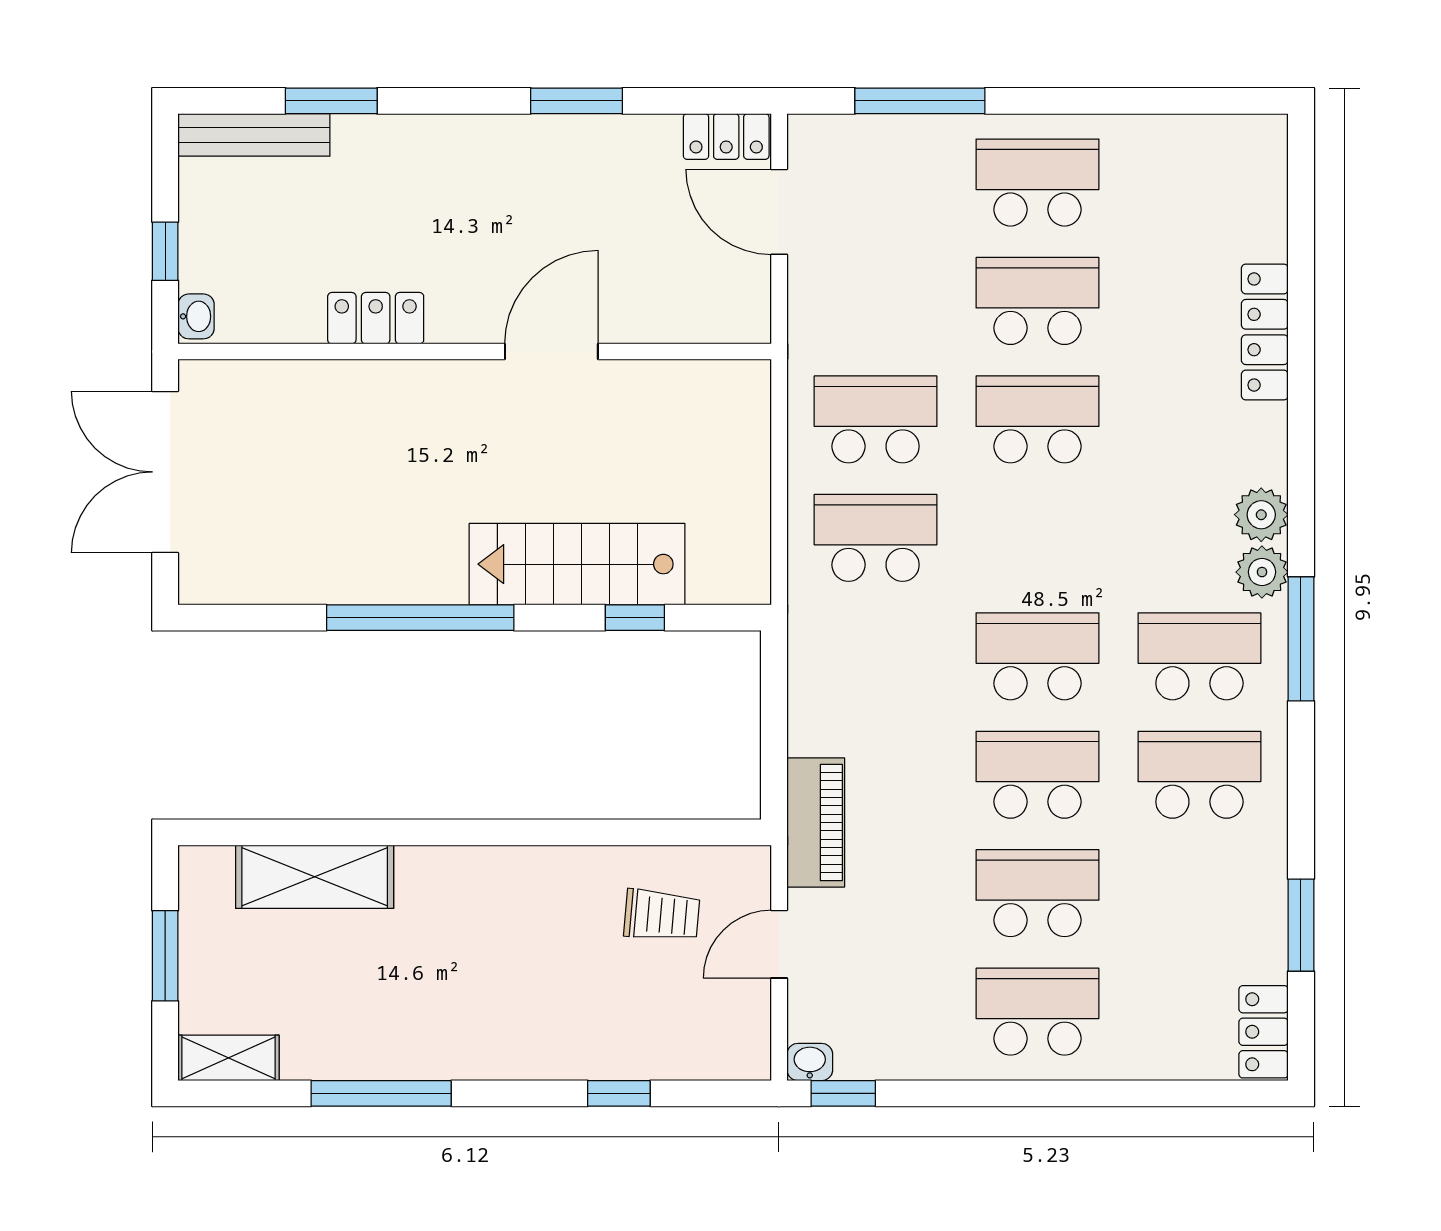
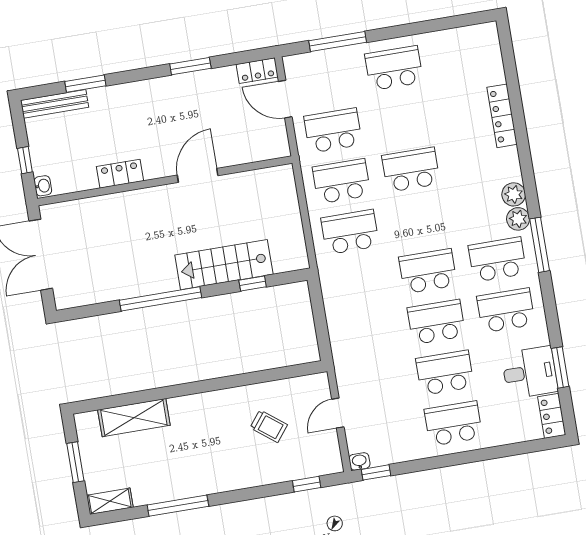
school desk: (1038, 301) -> (333, 130), moved
piano: (816, 822) -> (345, 358), removed
trolley: (662, 915) -> (269, 426), moved, turned 33
desk: (1230, 925) -> (530, 372), added
window: (619, 1093) -> (307, 484), moved

